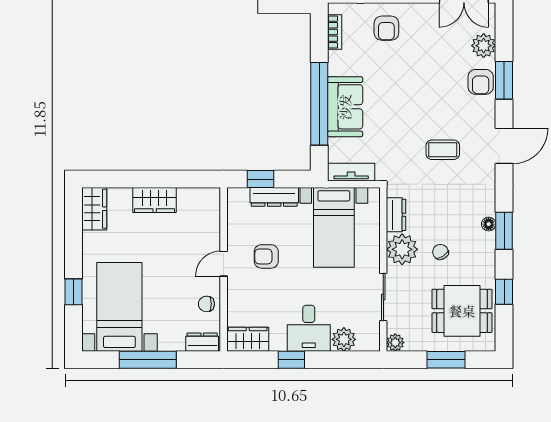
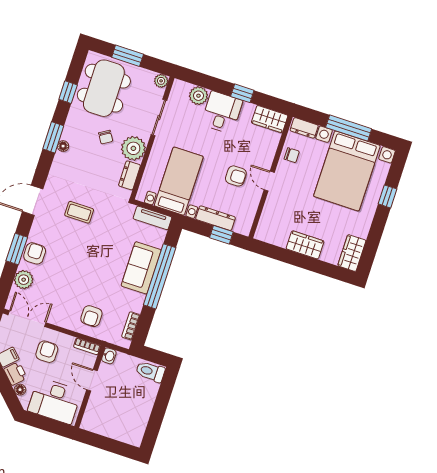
armchair: (386, 28) -> (91, 316), turned 180
door: (224, 264) -> (269, 181), swing flipped
bed with nightstands: (119, 307) -> (347, 171), width x1.36
dining table: (462, 311) -> (104, 88), width x1.38

